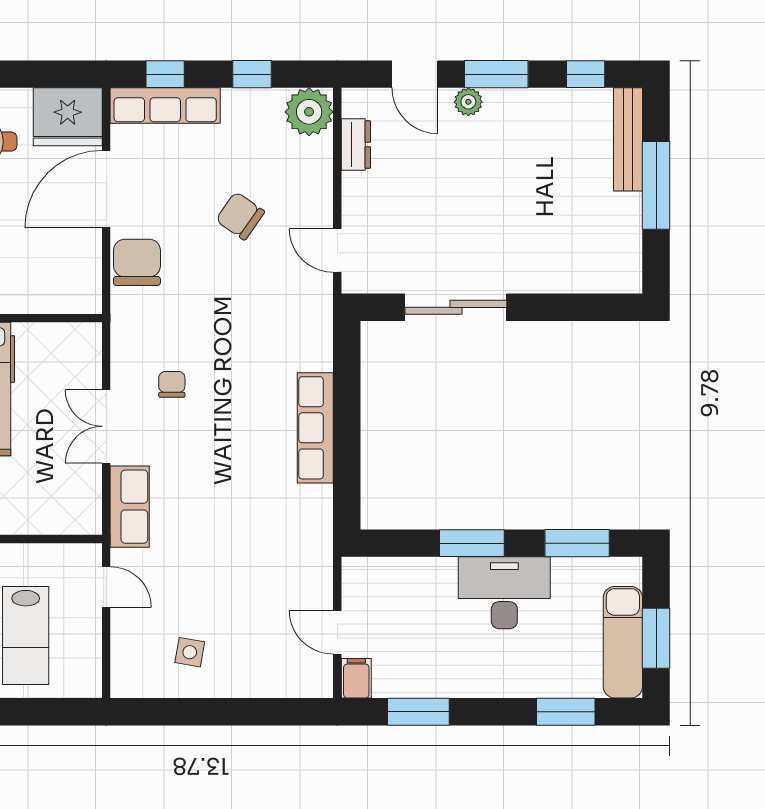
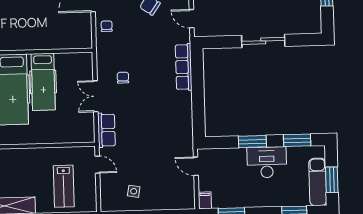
chair: (137, 262) -> (107, 26), width x0.54, depth x0.54
sliding door: (456, 307) -> (263, 41), moved
row of seats: (315, 428) -> (184, 67), moved
door: (337, 632) -> (196, 166), moved

